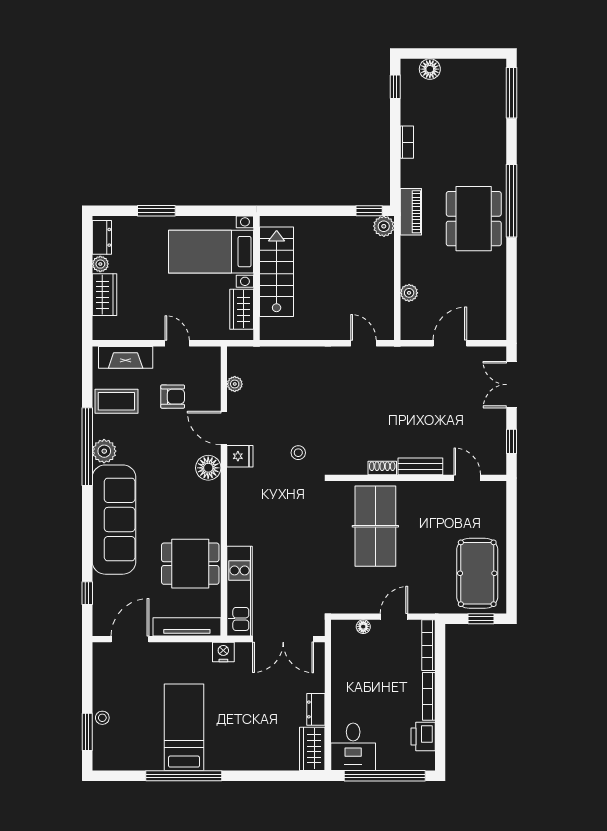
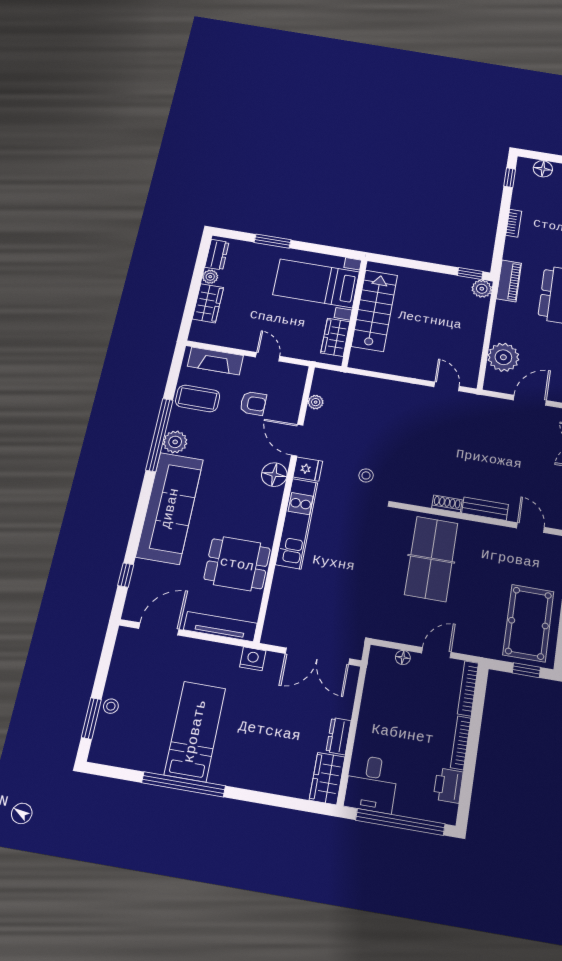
plant: (409, 293) -> (503, 357), width x1.88, depth x1.88
kitchen unit: (240, 591) -> (297, 523), moved

